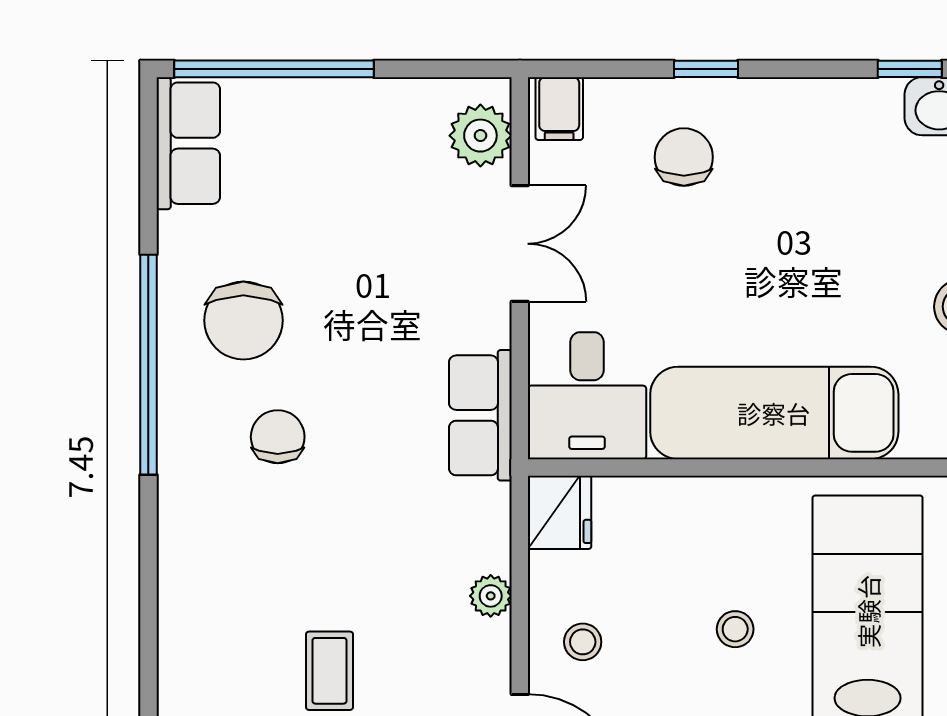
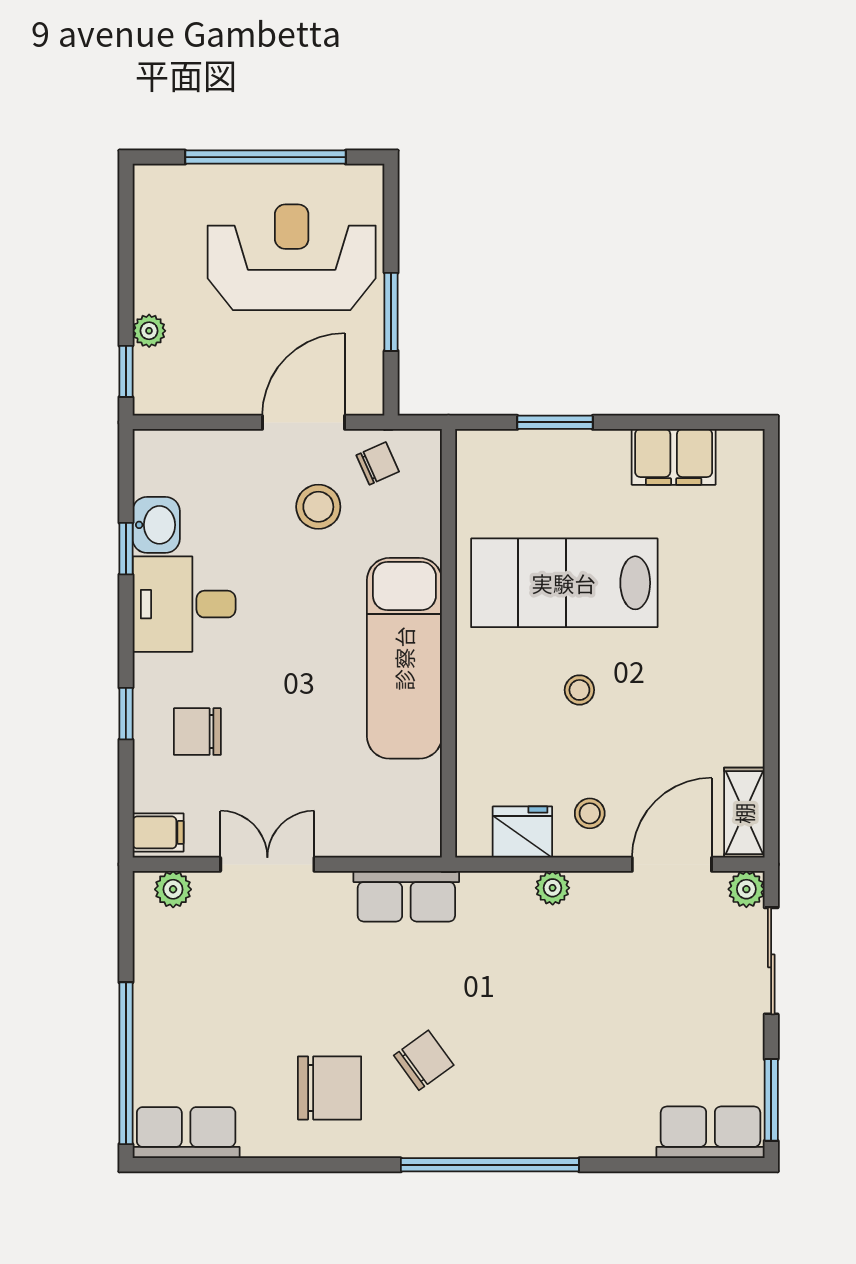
plant: (480, 136) -> (173, 889), width x0.73, depth x0.73
window: (148, 365) -> (490, 1165), moved
desk: (587, 396) -> (184, 604), moved, turned 180
chair: (278, 437) -> (424, 1060), turned 144
fridge: (560, 512) -> (522, 832), moved
coffee table: (329, 671) -> (613, 1018), removed

